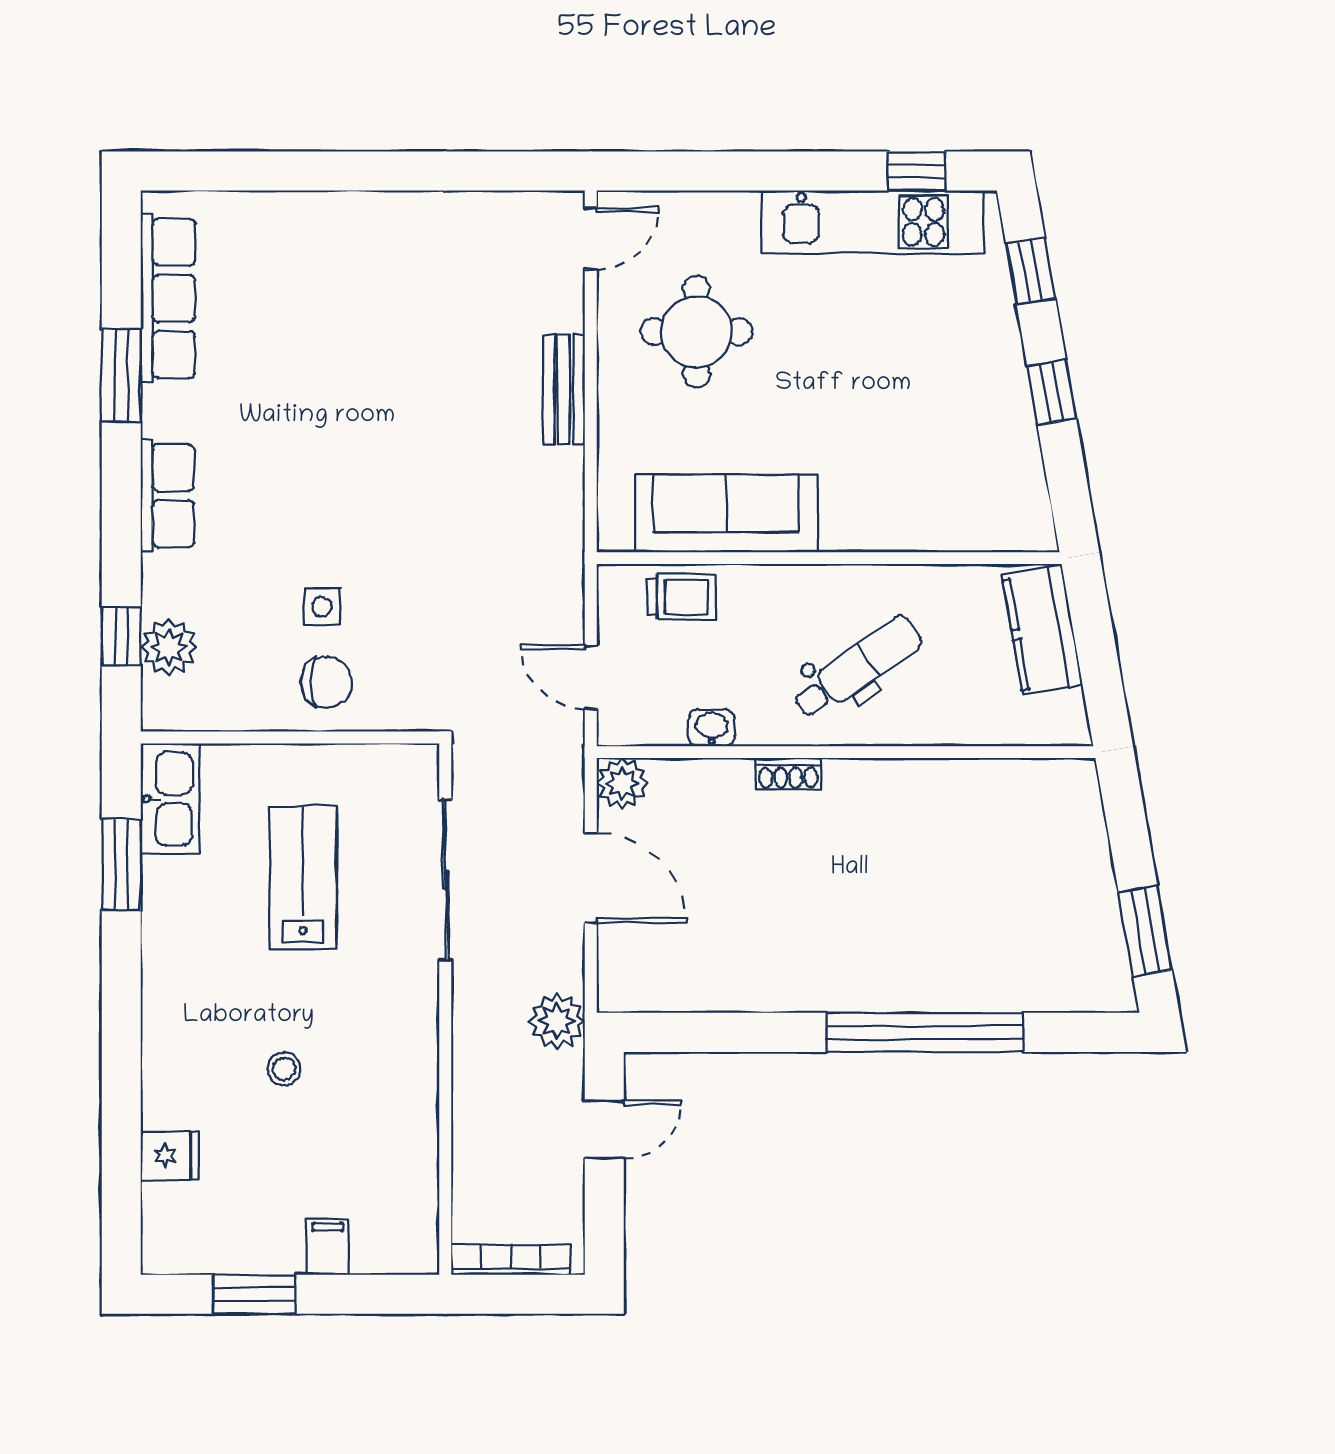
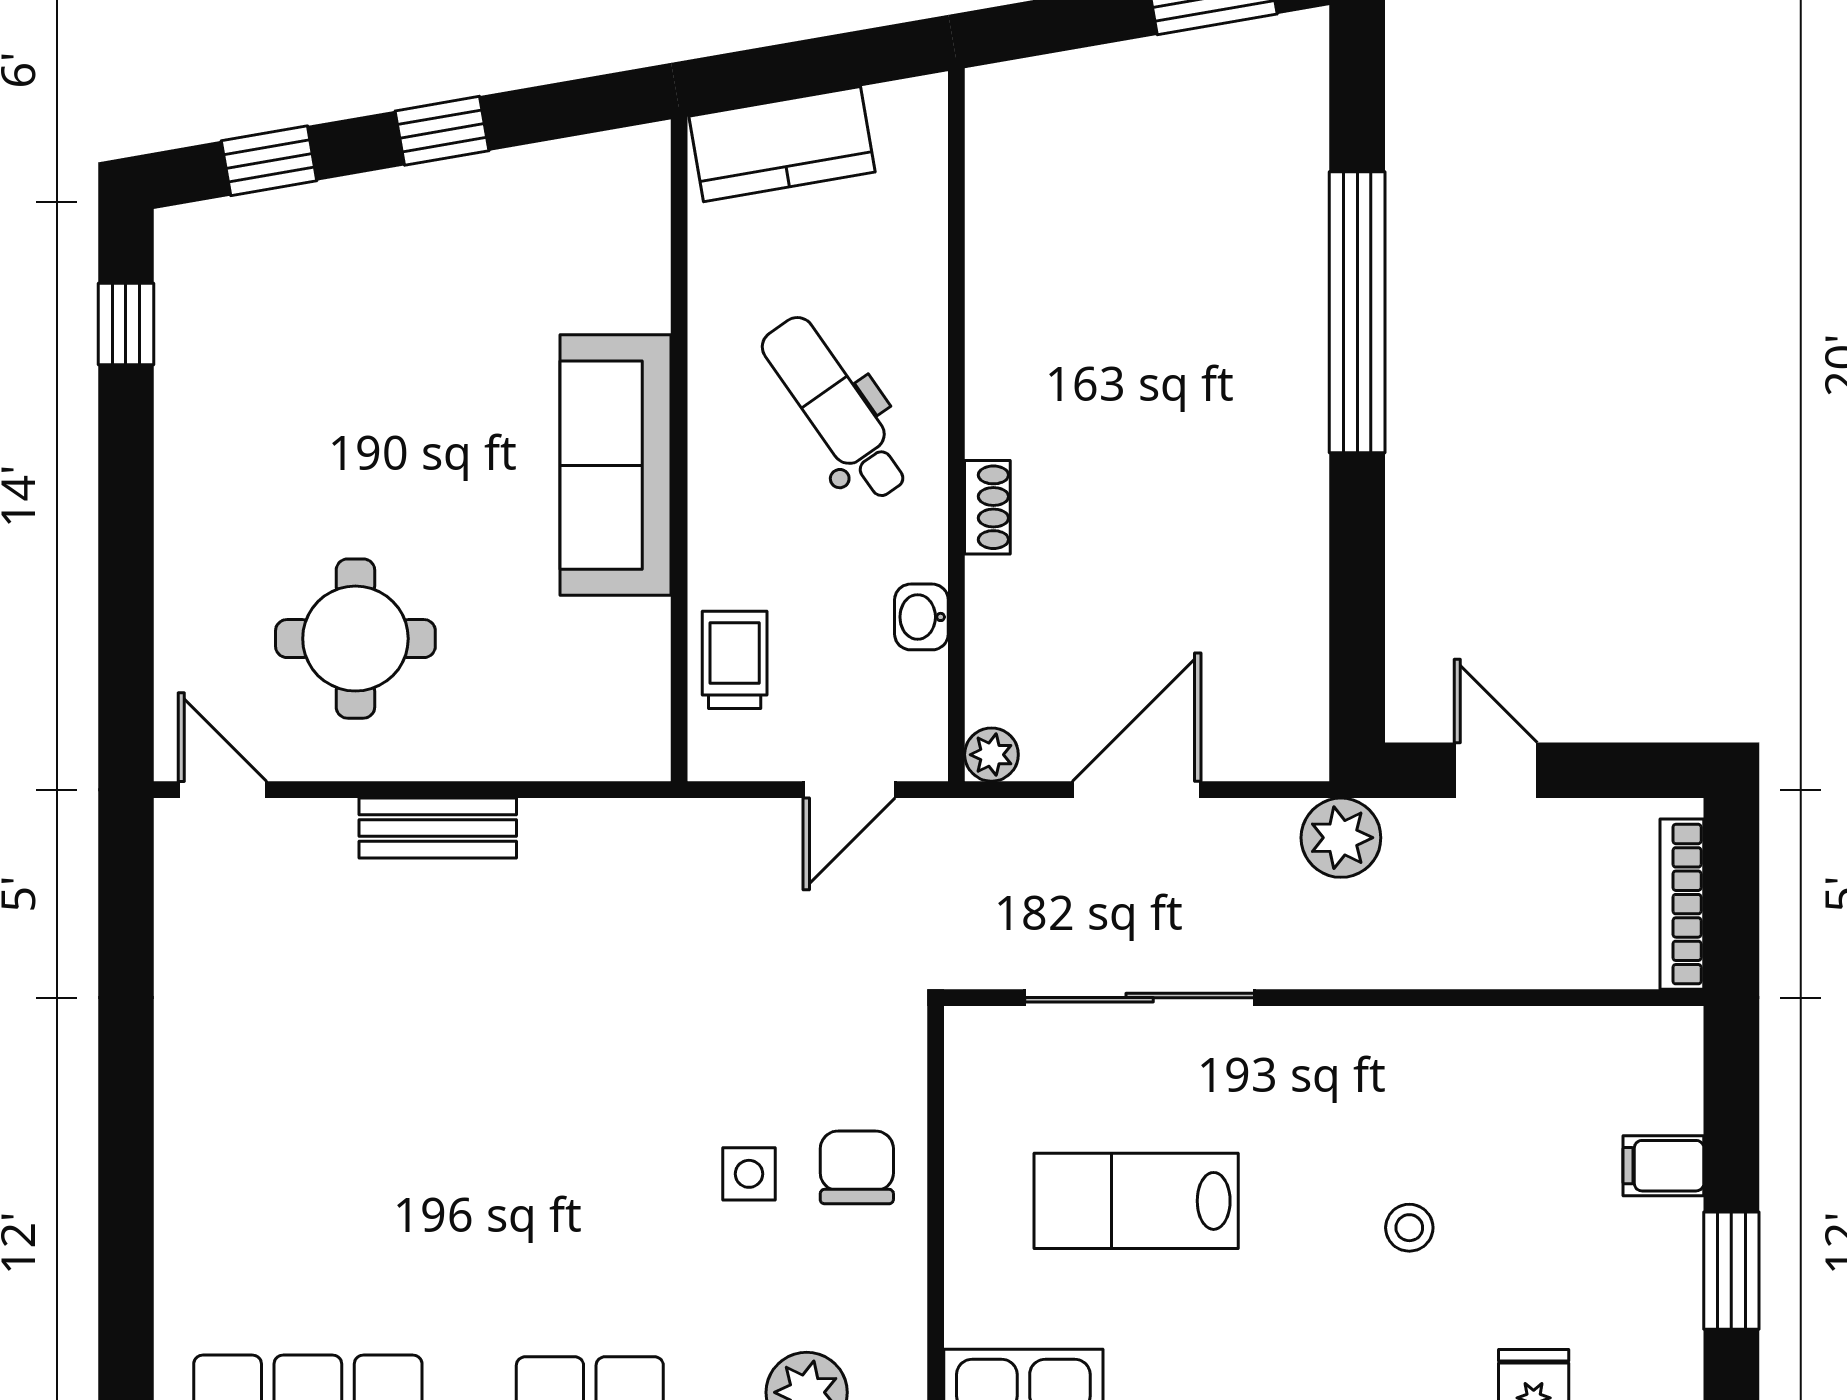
kitchen unit: (872, 222) -> (199, 387), removed
sofa: (726, 514) -> (615, 465), moved
plant: (622, 784) -> (991, 755), width x0.73, depth x0.73

